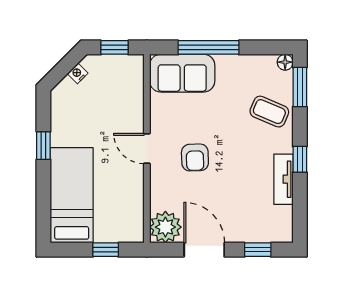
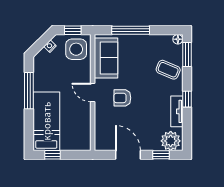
sofa: (182, 73) -> (106, 58), moved, turned -90
side table: (120, 78) -> (76, 49), added
window: (43, 146) -> (29, 91), width x2.17
armchair: (195, 157) -> (122, 98), turned 92
plant: (165, 227) -> (171, 141), moved
window: (106, 250) -> (53, 155), moved

